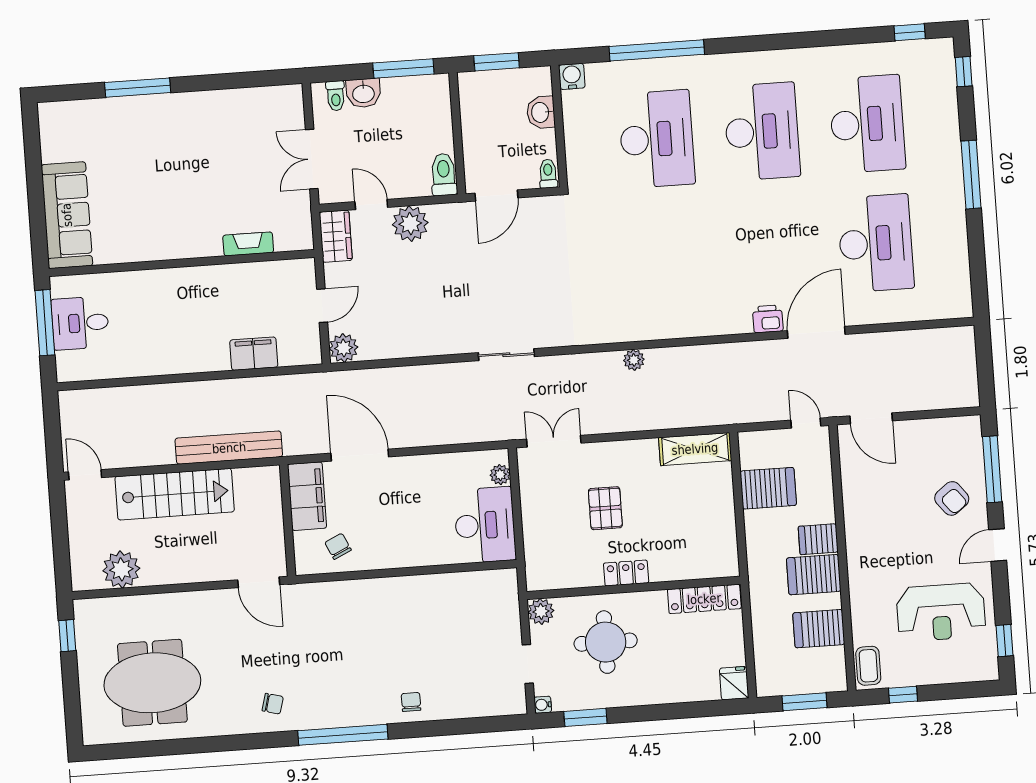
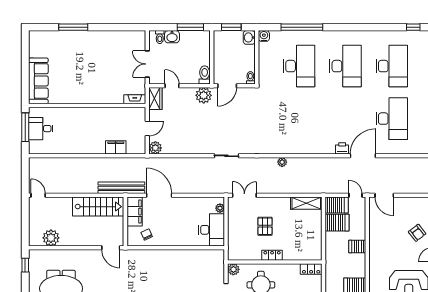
washbasin: (541, 112) -> (249, 37), moved
plant: (410, 224) -> (204, 95), moved
fireplace: (248, 244) -> (135, 99), moved
bench: (229, 448) -> (121, 188), moved
stairs: (175, 494) -> (98, 207), moved
server rack: (814, 575) -> (337, 205), moved, turned 180
locker: (704, 599) -> (311, 269), width x0.66

